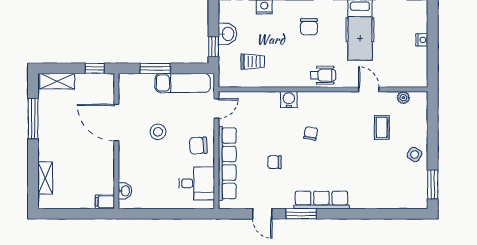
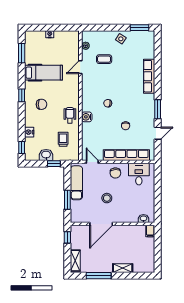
wheelchair: (323, 75) -> (70, 115), moved
shelving: (45, 178) -> (123, 268), moved
row of seats: (321, 200) -> (149, 76), moved

